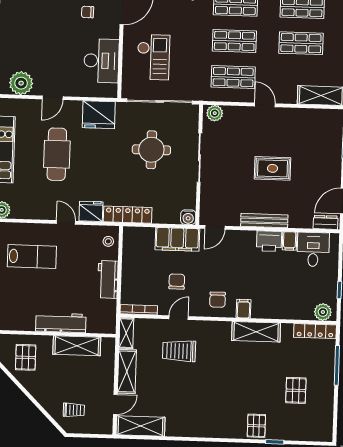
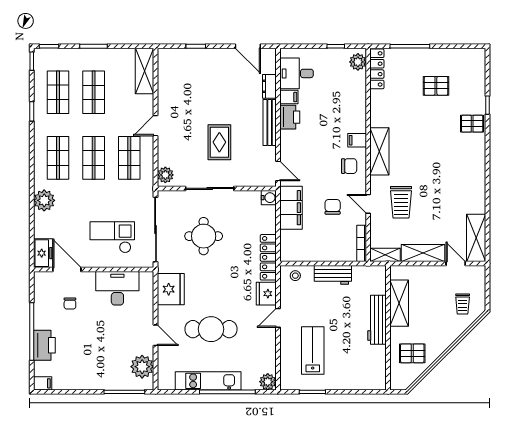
rug: (273, 168) -> (219, 142), moved
dresser: (326, 222) -> (269, 86), moved
chair: (177, 282) -> (333, 207), turned 90
shelving: (256, 332) -> (379, 151), moved
trolley: (74, 410) -> (463, 304), turned 180

